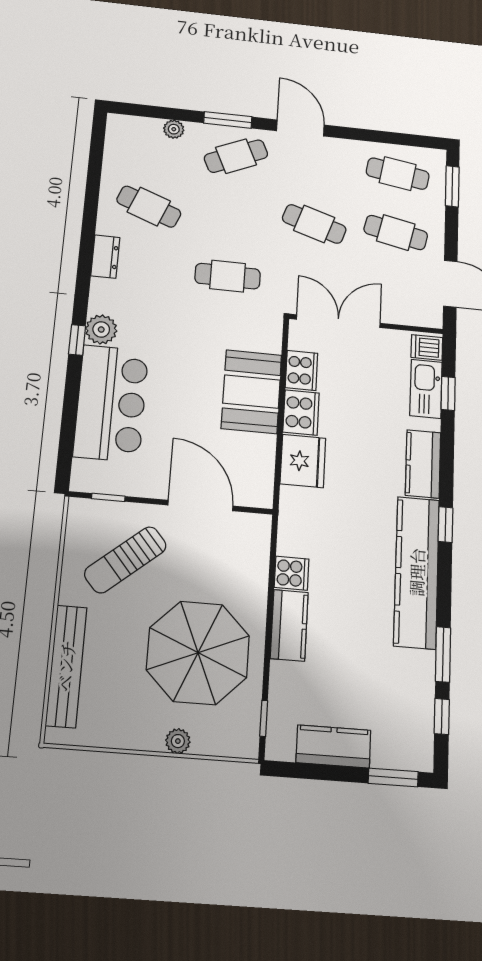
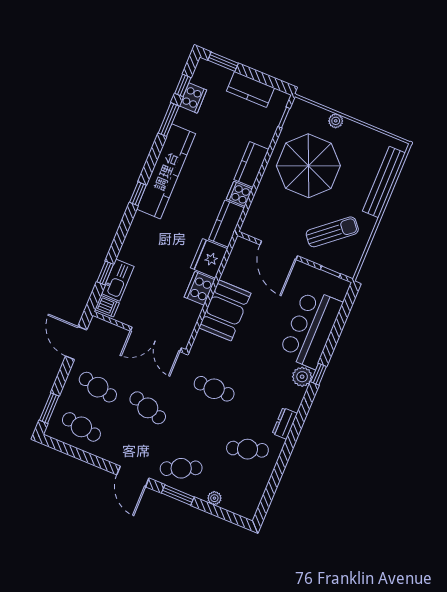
cafe table: (149, 207) -> (247, 449), turned -39
cooker: (302, 370) -> (193, 98), moved, turned 180
kitchen counter: (423, 464) -> (227, 224), moved, turned 180

